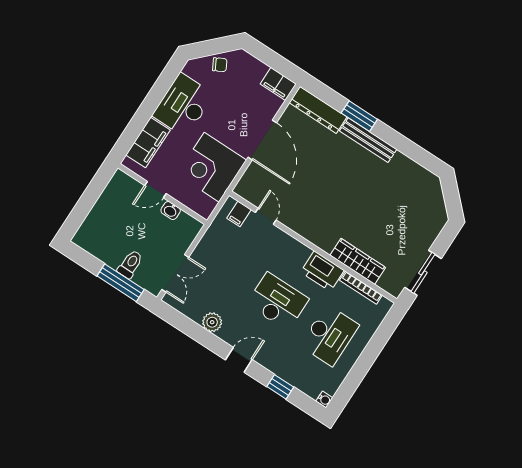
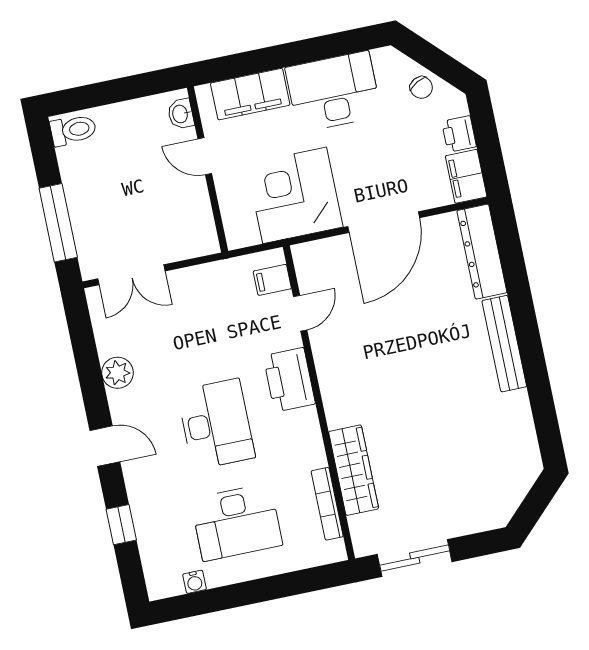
printer: (257, 69) -> (459, 134), added
window: (359, 116) -> (522, 306), removed
washbasin: (171, 210) -> (181, 114), moved
toilet: (130, 264) -> (73, 130), moved
printer: (322, 271) -> (289, 380), moved
water cooler: (324, 400) -> (194, 582), moved

